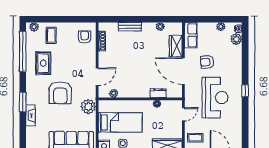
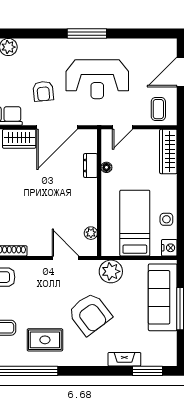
window: (245, 91) -> (87, 34), width x2.17
armchair: (60, 93) -> (90, 314), turned 53
reception desk: (215, 98) -> (97, 79), turned 180
window: (23, 102) -> (147, 371), moved
door: (183, 114) -> (122, 127), swing flipped

